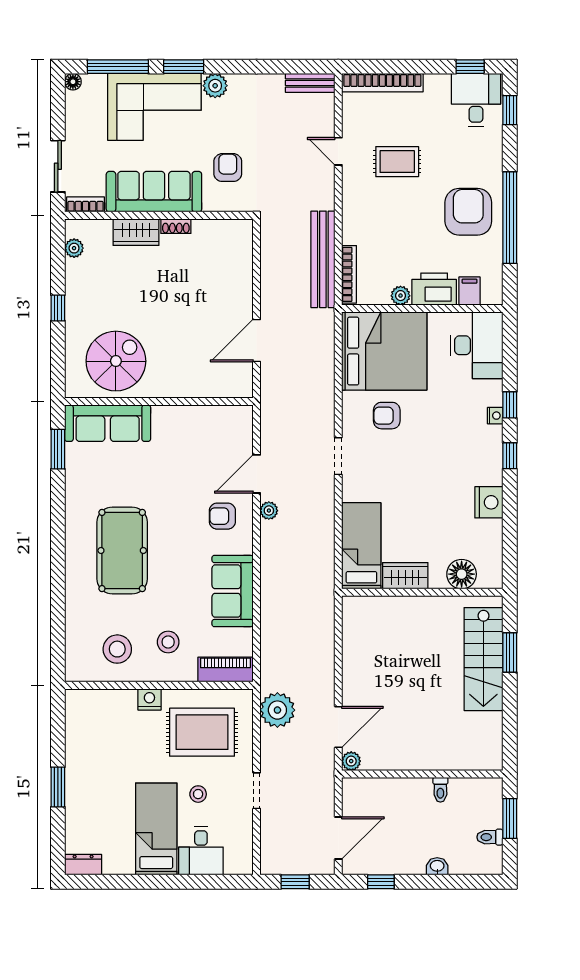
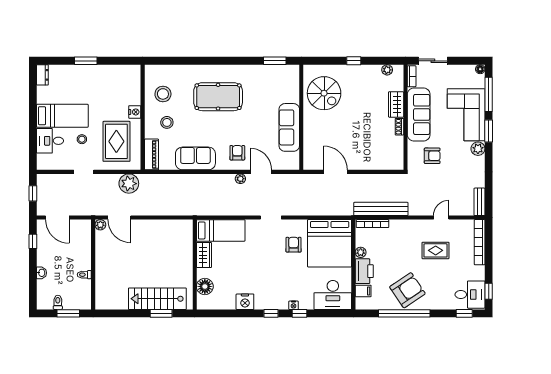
rug: (397, 162) -> (436, 250), turned 90
armchair: (468, 212) -> (407, 290), turned -34
sofa: (108, 423) -> (289, 127), moved

